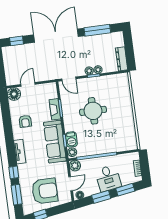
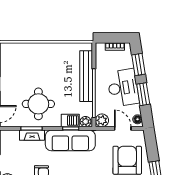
round table: (93, 111) -> (38, 104), moved
bench: (110, 148) -> (86, 76), added
desk: (108, 178) -> (123, 88), width x1.37

